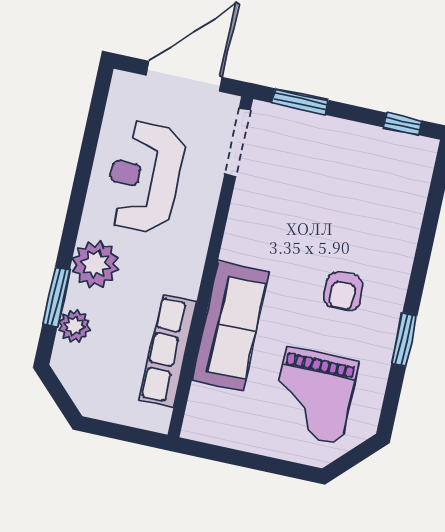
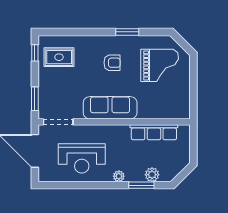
rug: (381, 176) -> (59, 57), added
plant: (96, 264) -> (119, 176), width x0.53, depth x0.53
sofa: (230, 326) -> (110, 108), moved

